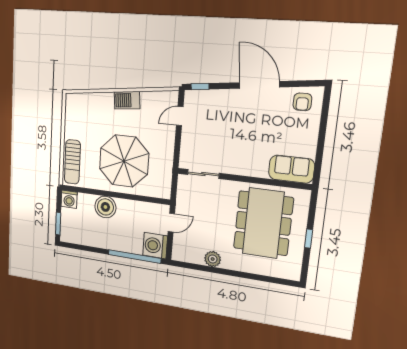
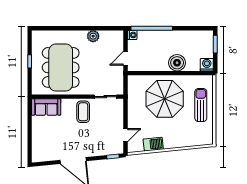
barbecue: (127, 100) -> (153, 144), moved
armchair: (302, 102) -> (44, 152), removed
coffee table: (237, 156) -> (83, 112), added
sun lounger: (72, 162) -> (201, 105), moved
washing machine: (155, 246) -> (132, 35), width x0.53, depth x0.53

